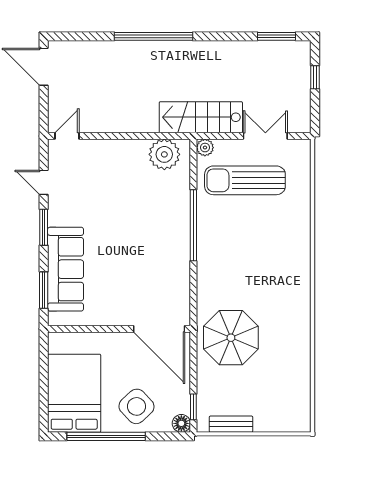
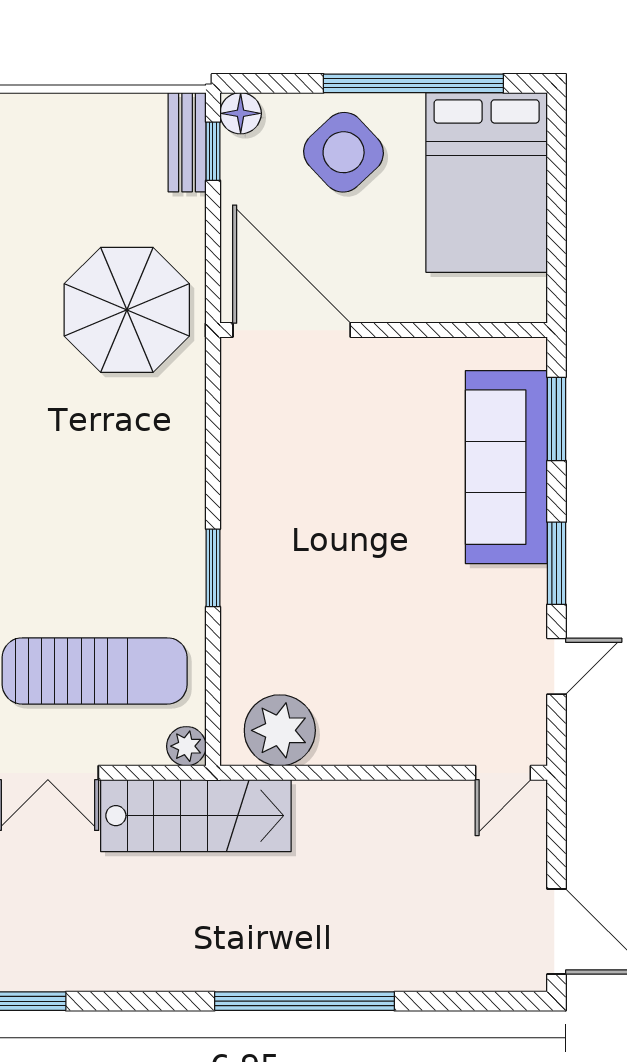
door: (44, 182) -> (556, 666), hinge flipped
window: (193, 225) -> (213, 568), width x0.47
bench: (231, 424) -> (187, 142), moved, turned 90

